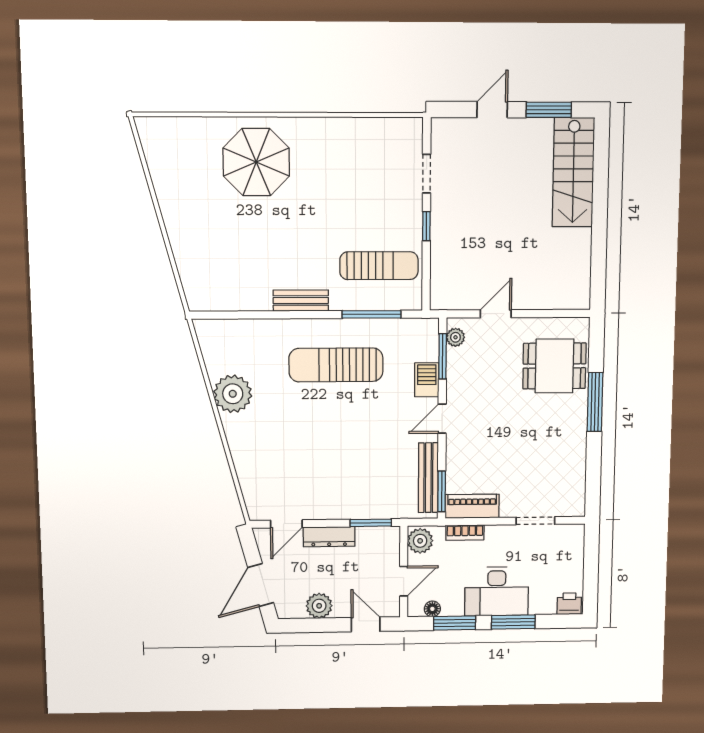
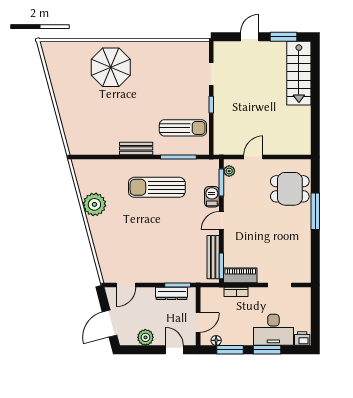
dresser: (329, 537) -> (172, 293), moved
plant: (420, 541) -> (208, 297), removed
desk: (497, 591) -> (273, 330), moved

